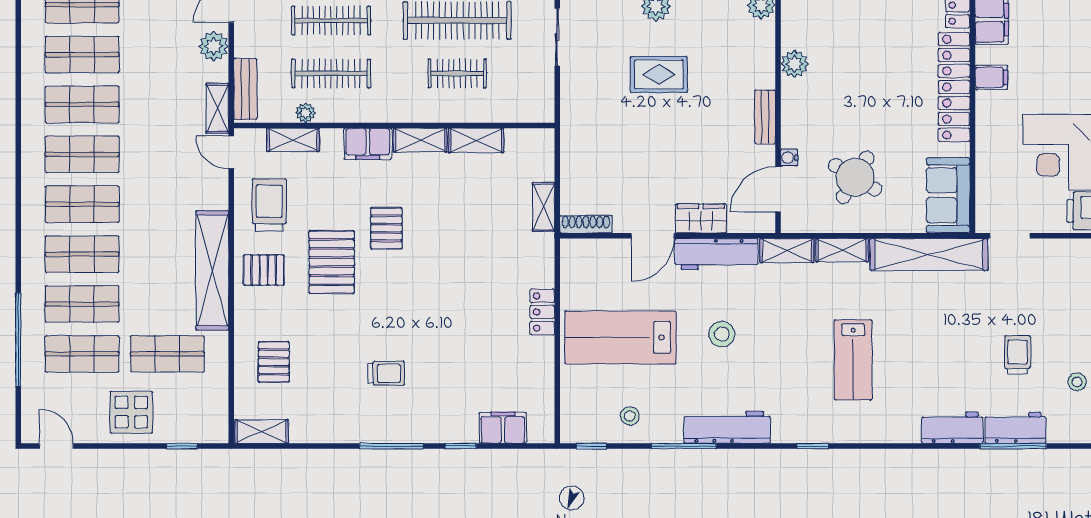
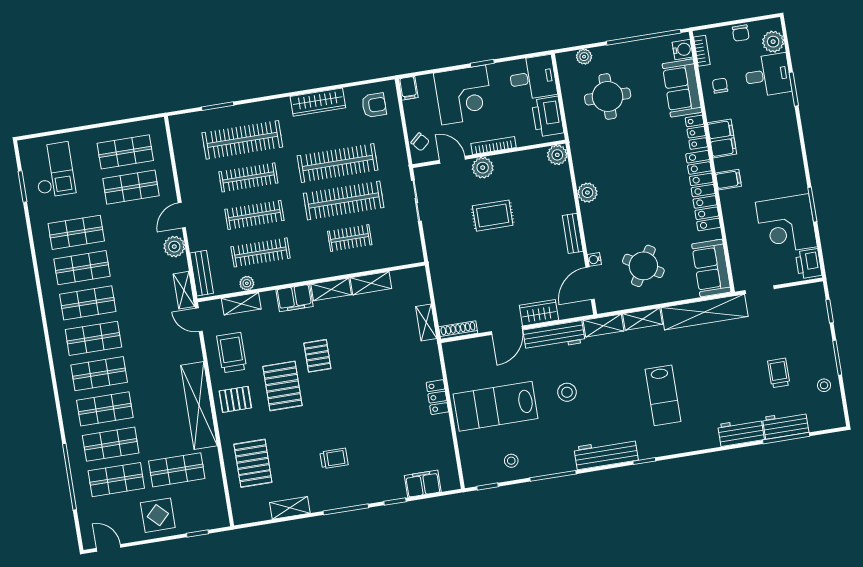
pallet: (274, 362) -> (253, 463), width x1.50, depth x1.42
workbench: (727, 427) -> (606, 454), moved
shelving: (262, 432) -> (290, 508), moved

